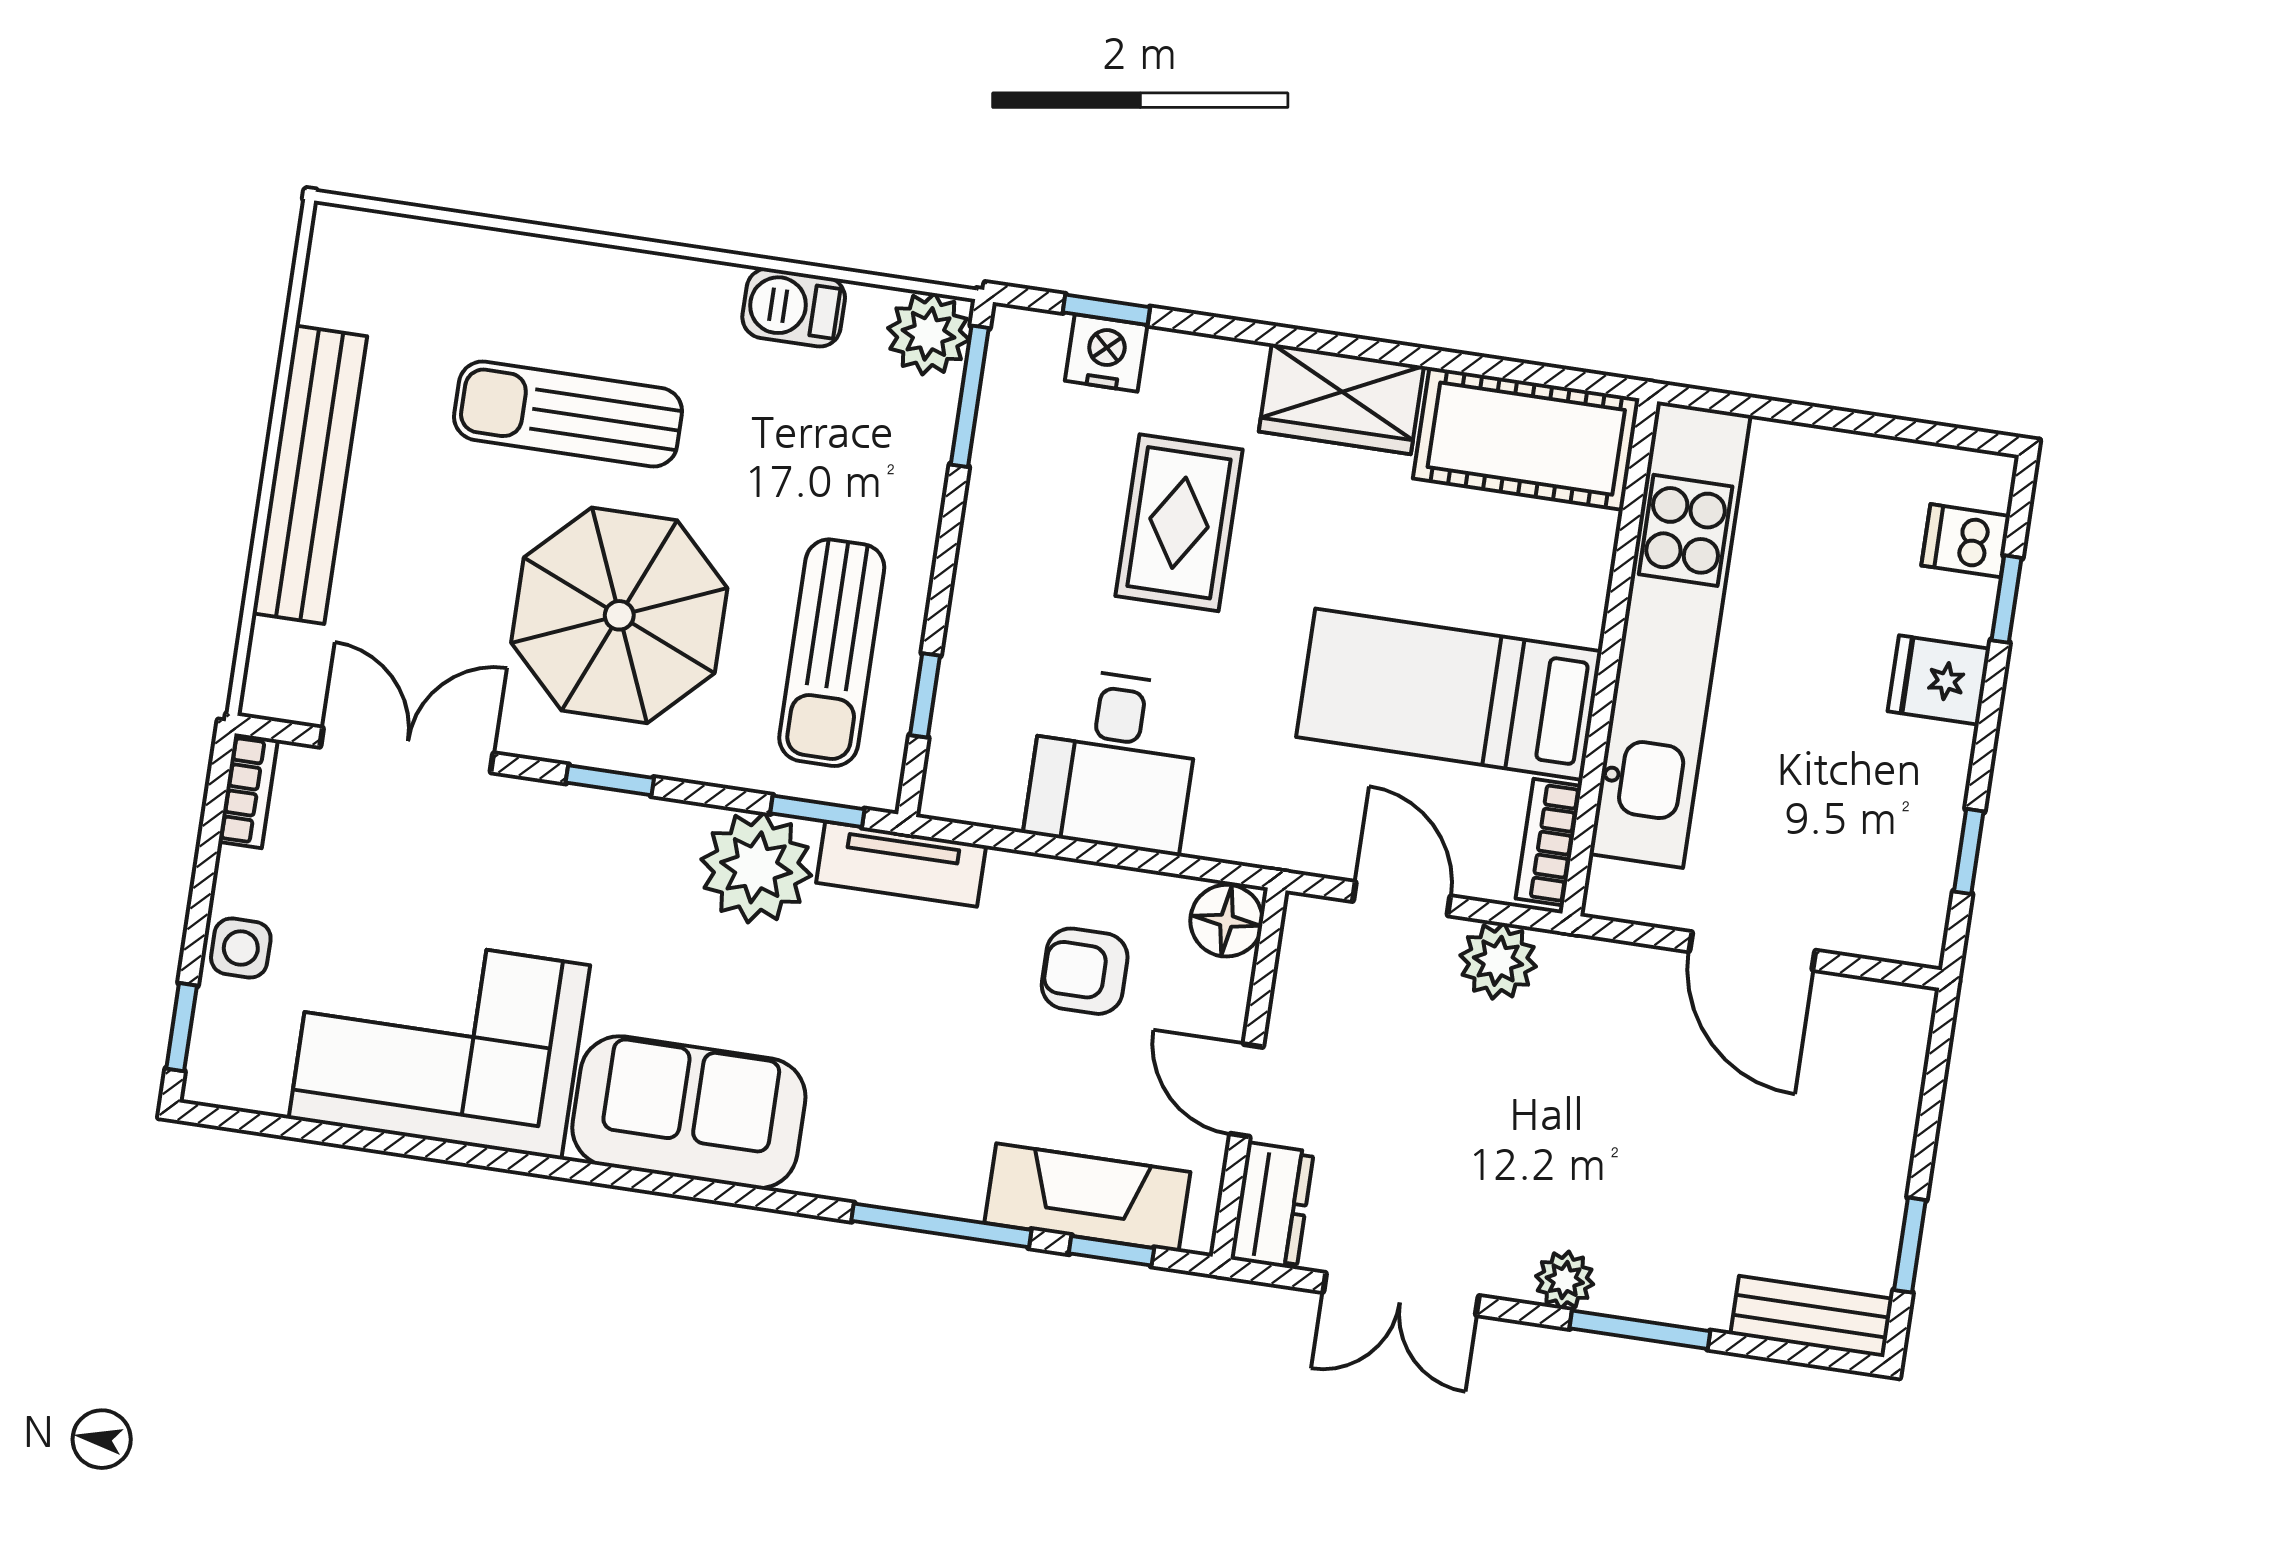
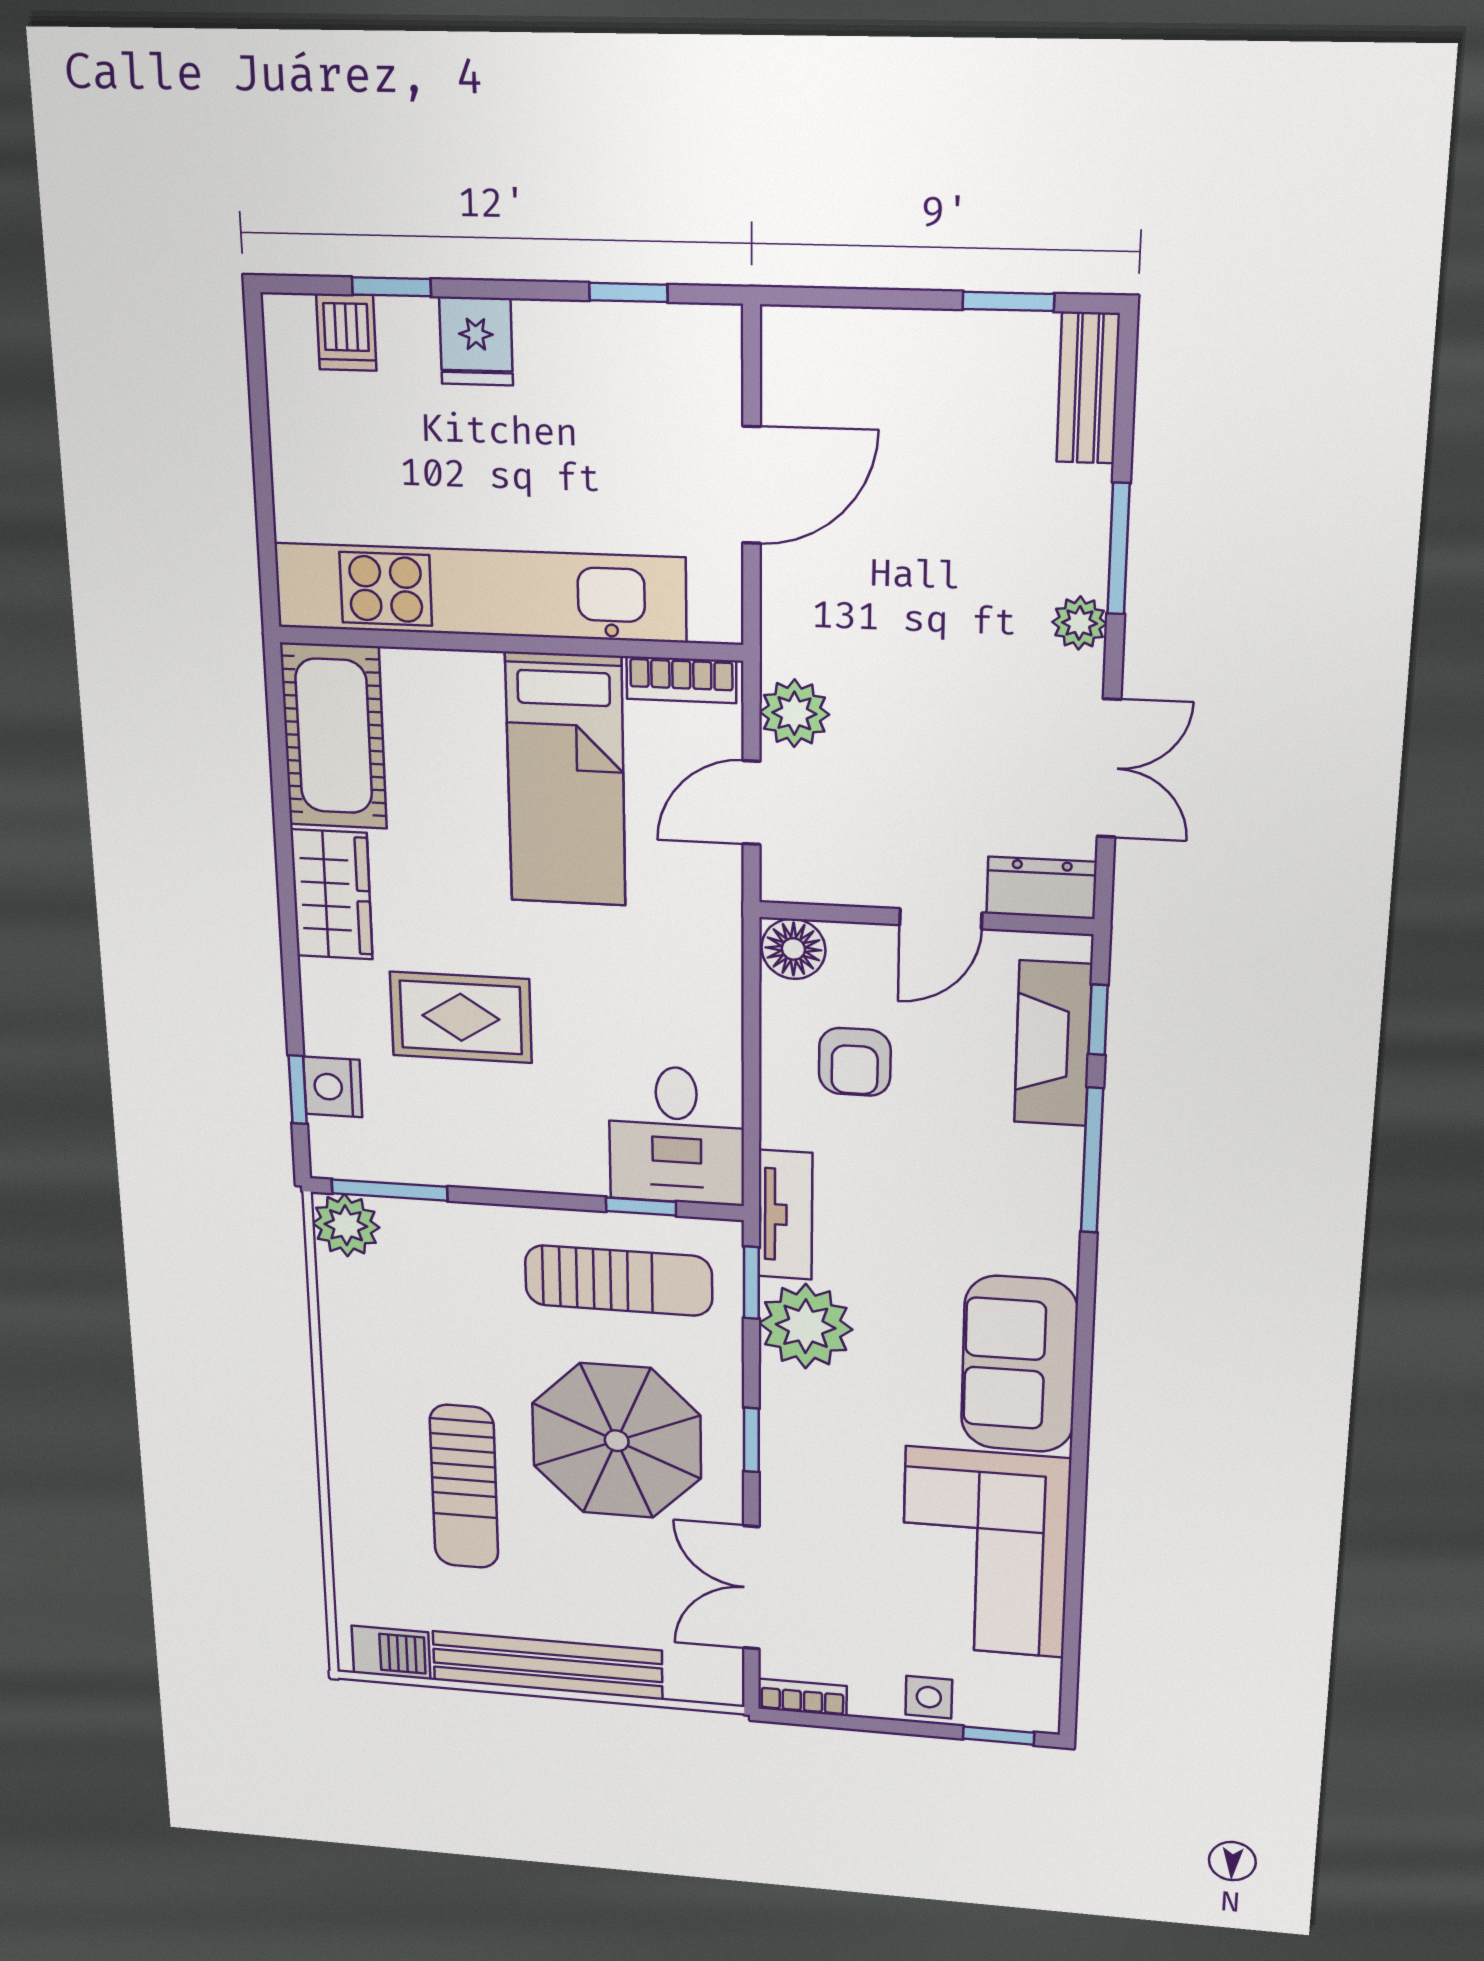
barbecue: (794, 308) -> (391, 1653), moved, turned -90
desk: (1113, 761) -> (677, 1135), moved, turned 90

